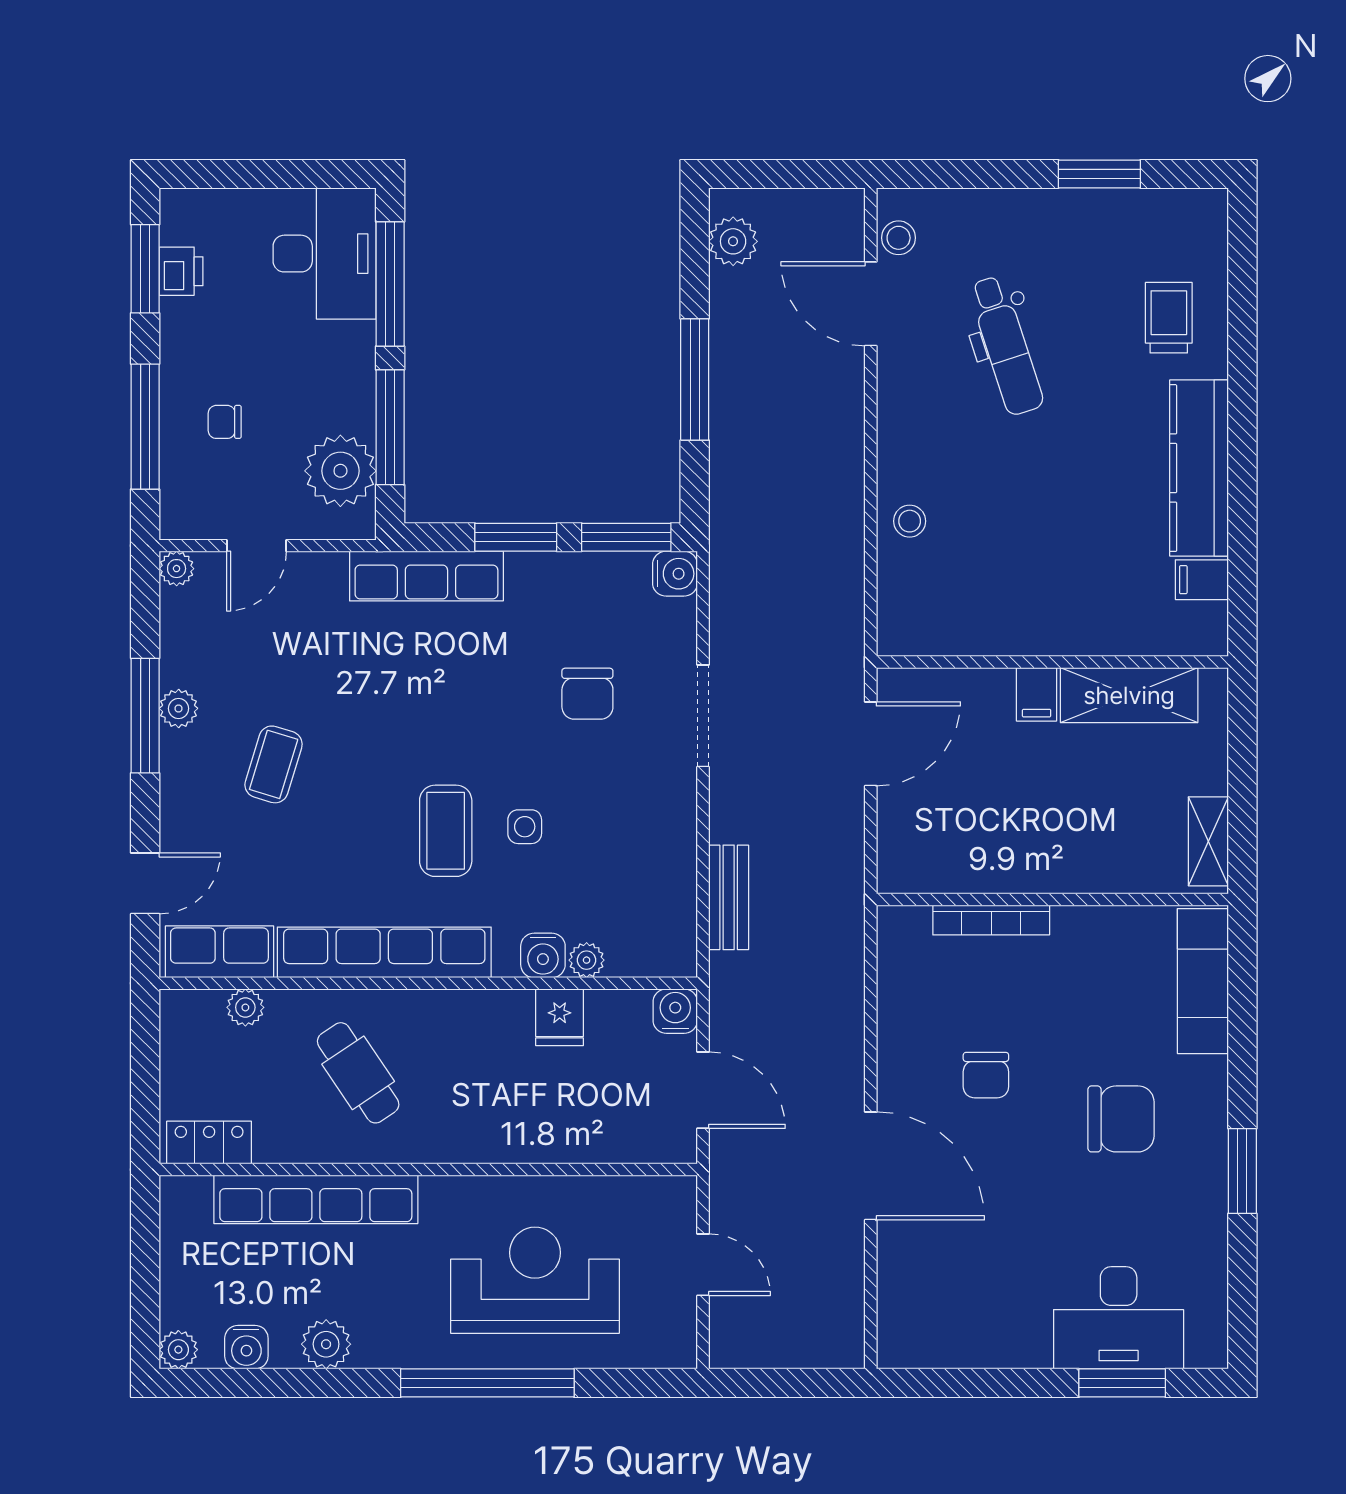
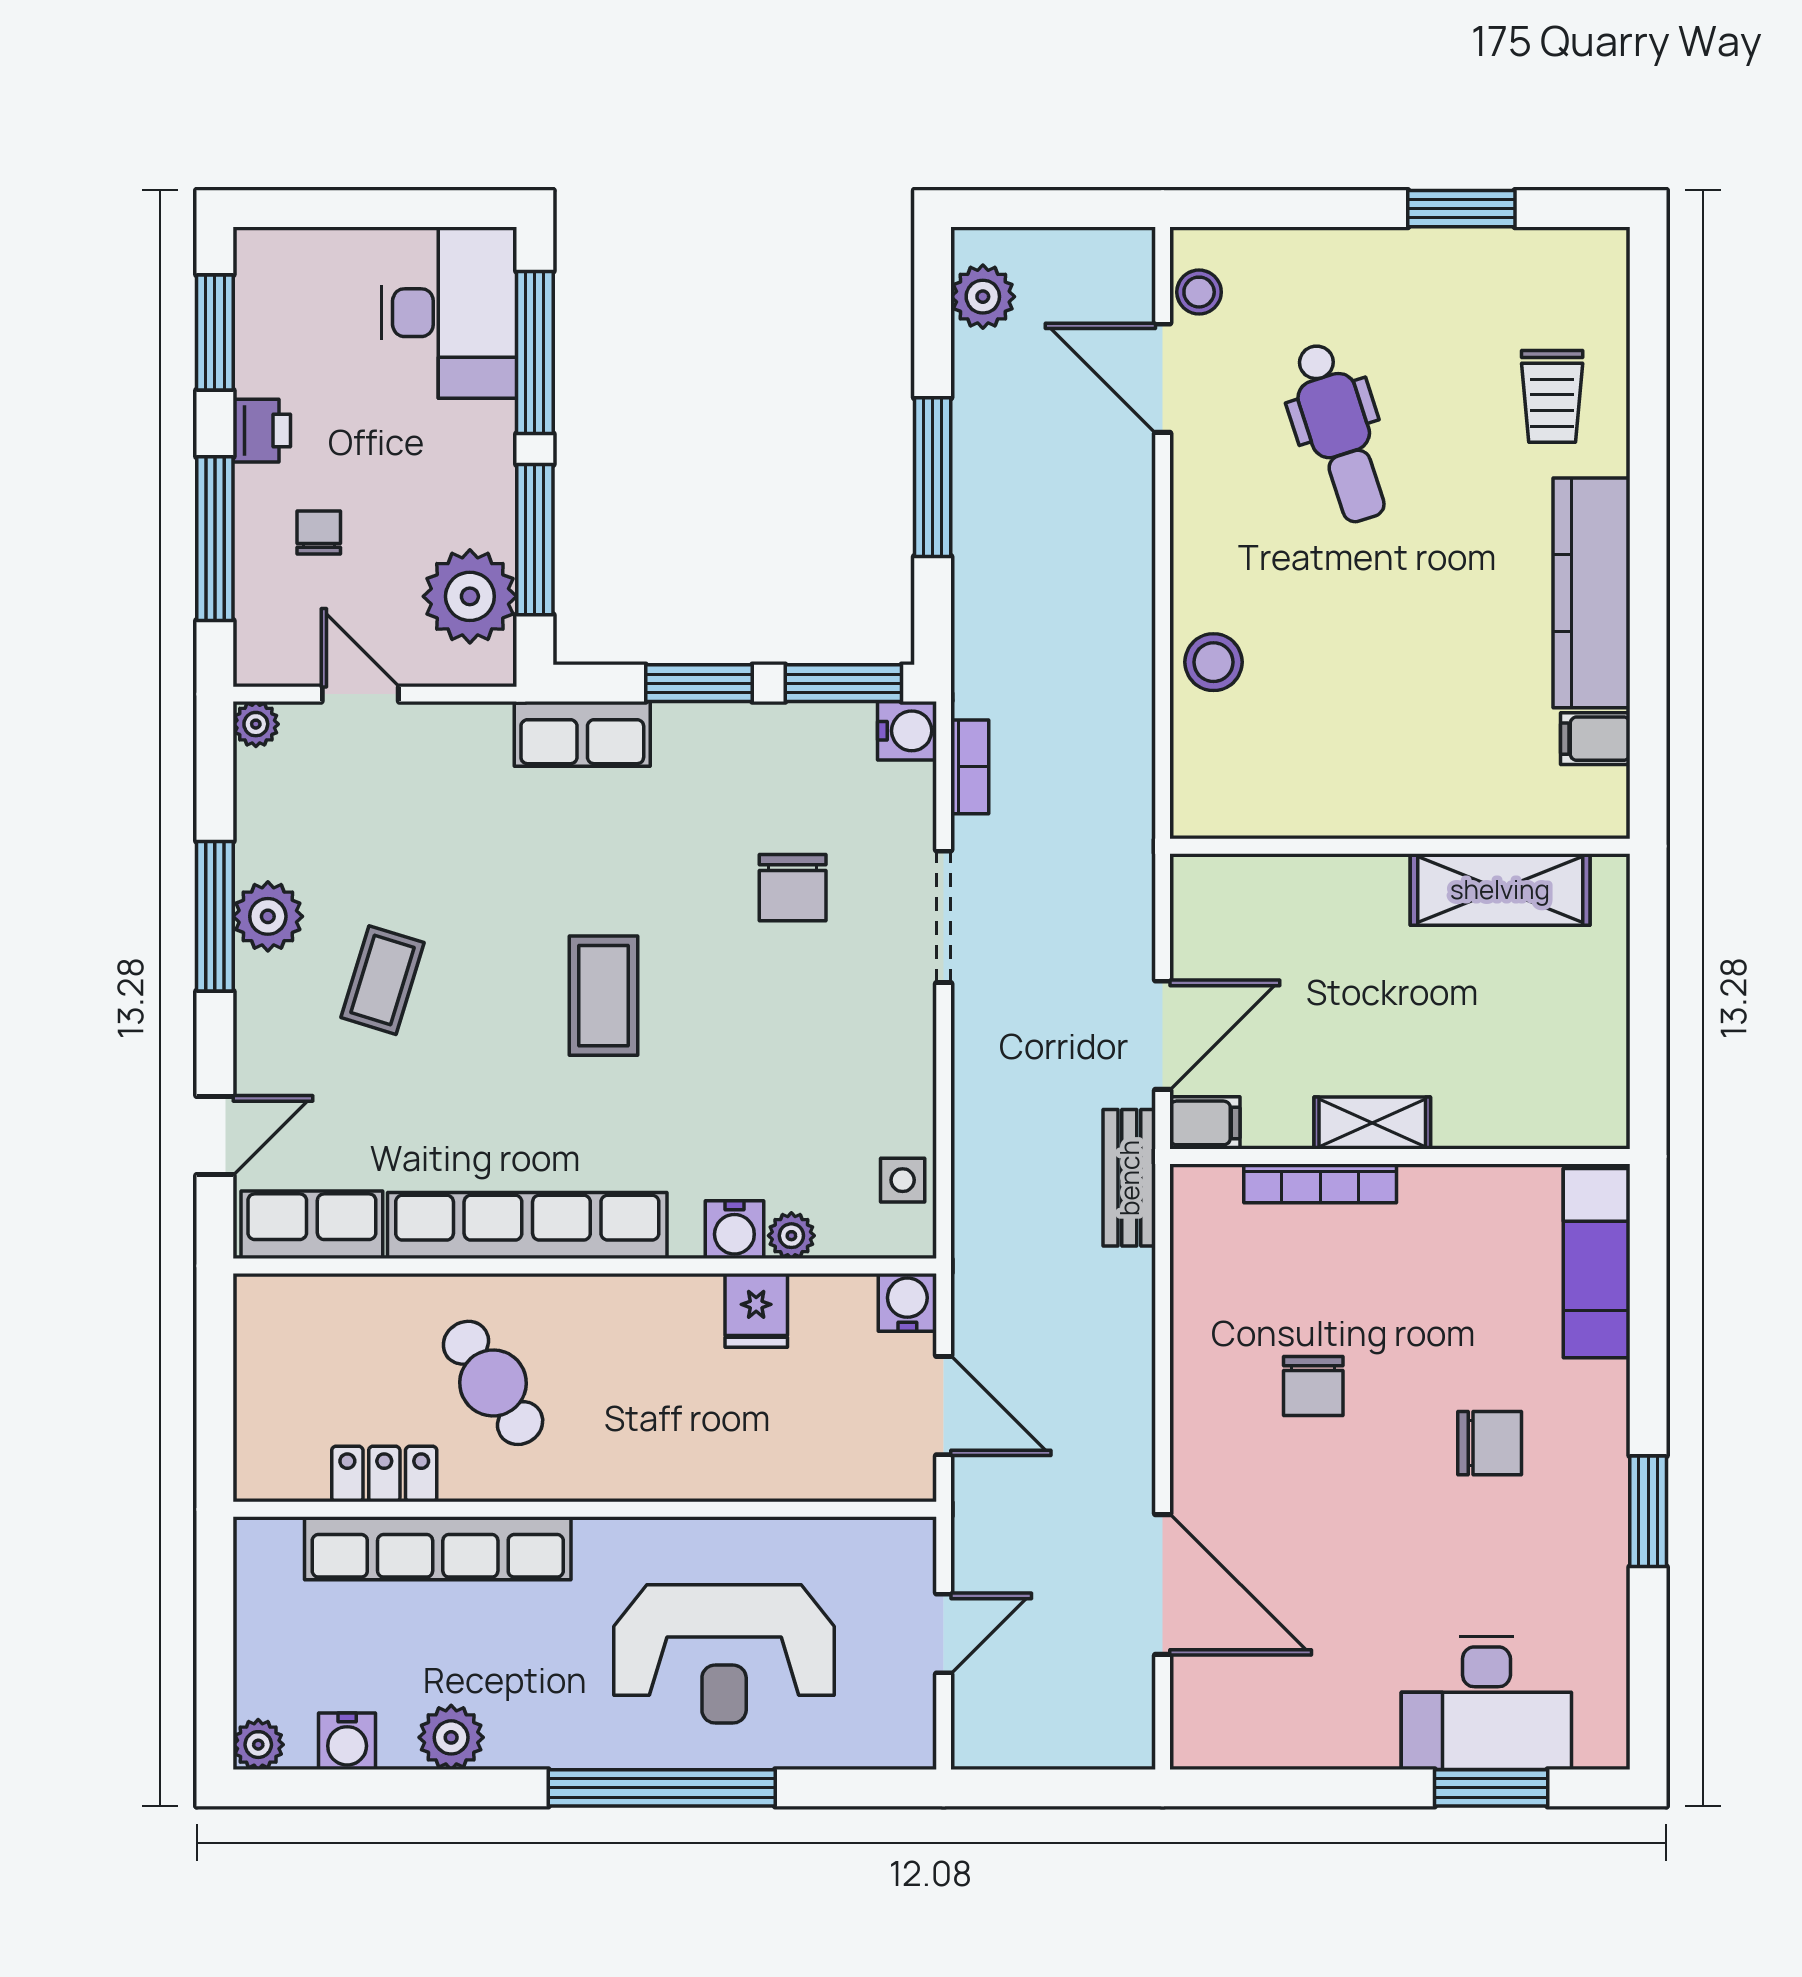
printer: (181, 271) -> (262, 431), moved
trolley: (1169, 318) -> (1552, 396), turned 180
chair: (225, 422) -> (319, 533), turned 90
stool: (910, 521) -> (1213, 662), width x1.37, depth x1.37
door: (256, 546) -> (360, 694), swing flipped
row of seats: (426, 576) -> (582, 734), width x0.68
bookcase: (723, 601) -> (970, 767), added
filing cabinet: (1037, 694) -> (1205, 1123), moved, turned -90
plant: (179, 708) -> (268, 916), width x1.38, depth x1.38
door: (871, 744) -> (1163, 1035), moved
side table: (525, 827) -> (903, 1180), moved
coffee table: (446, 831) -> (604, 996), moved
shelving: (1208, 841) -> (1372, 1123), moved, turned 90
bench: (729, 897) -> (1129, 1178), moved
plant: (245, 1007) -> (346, 1298), removed
chair: (1121, 1119) -> (1490, 1443), width x0.73, depth x0.73
locker: (209, 1143) -> (384, 1474), moved
door: (871, 1166) -> (1163, 1584), moved
door: (703, 1265) -> (944, 1634), hinge flipped
reception desk: (535, 1280) -> (724, 1654), turned 180

